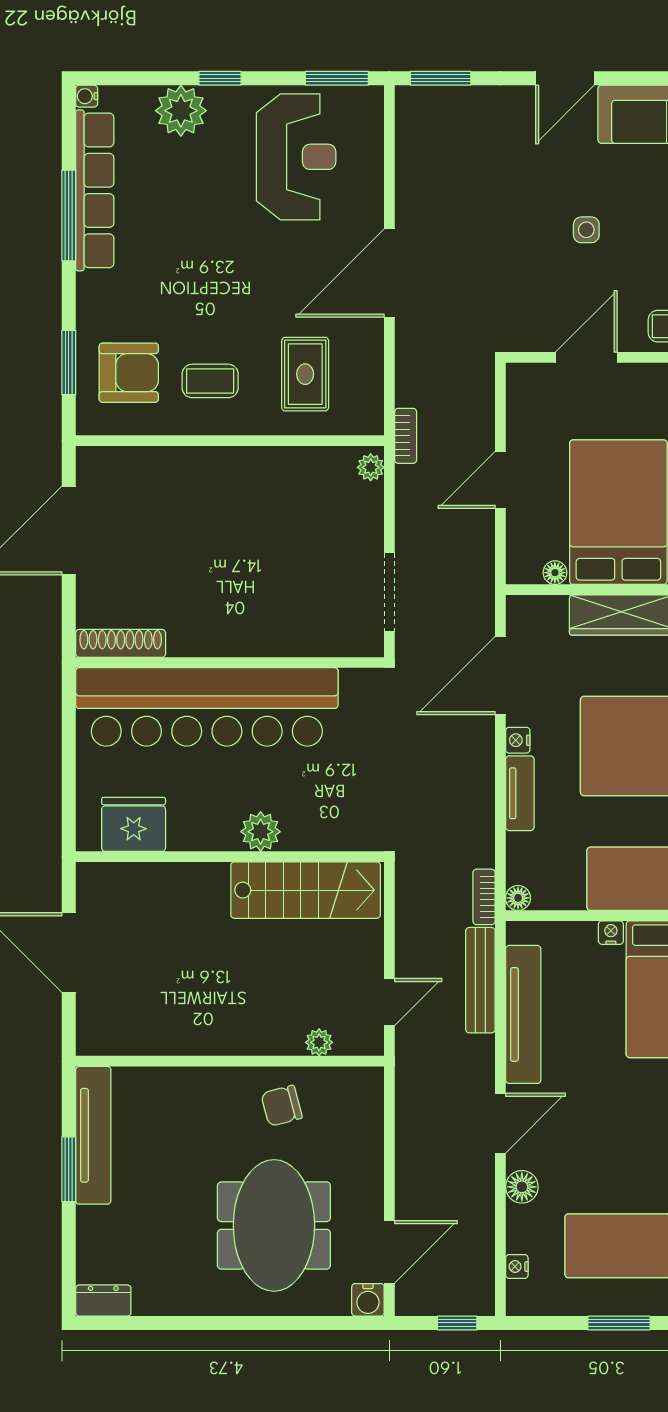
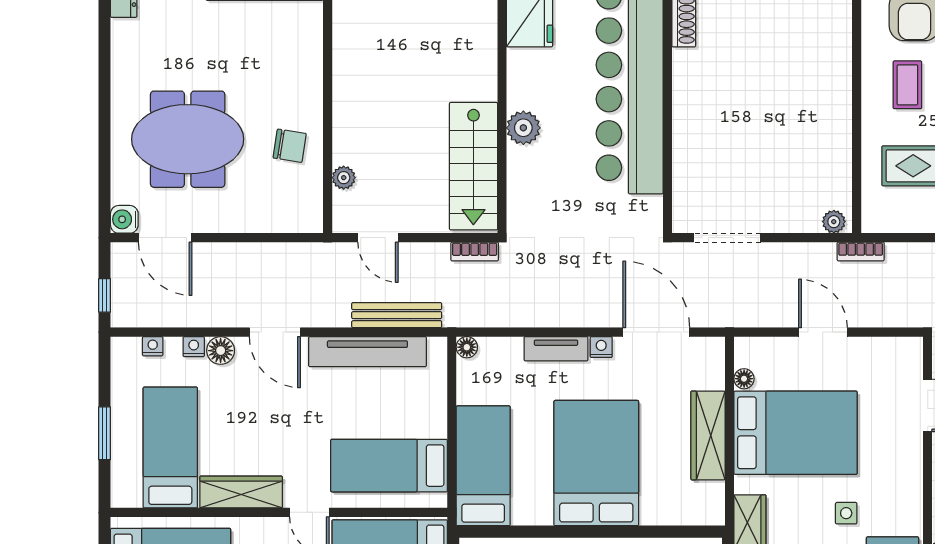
bookcase: (484, 897) -> (475, 252), moved, turned 180
nightstand: (611, 933) -> (194, 347), moved, turned -90
chair: (282, 1106) -> (290, 146), turned 114

